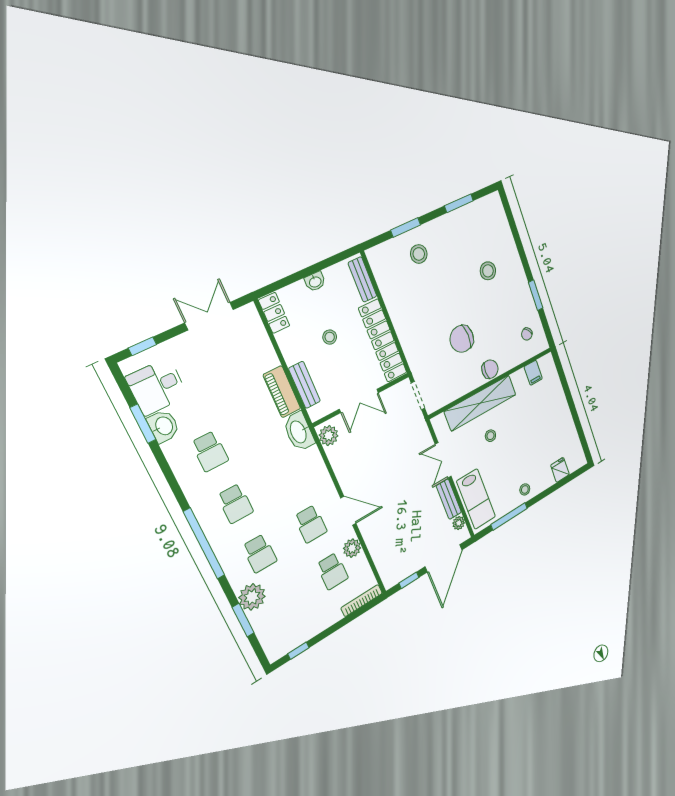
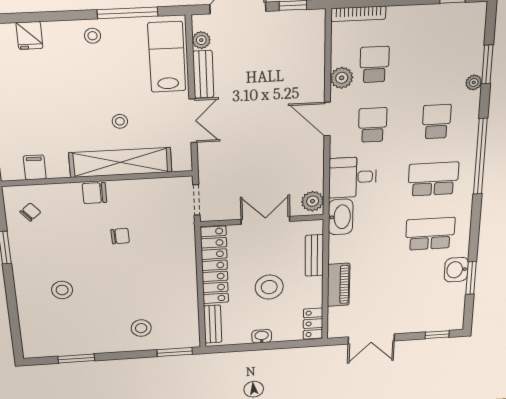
window: (406, 227) -> (175, 352), moved
stool: (330, 337) -> (269, 287), width x1.89, depth x1.89
chair: (462, 339) -> (120, 236), width x0.54, depth x0.54
desk: (157, 387) -> (353, 177), moved, turned 180
piano: (282, 392) -> (338, 285), moved
school desk: (210, 451) -> (430, 234), width x1.85
school desk: (235, 504) -> (433, 179), width x1.85
plant: (252, 597) -> (474, 83), width x0.53, depth x0.53

